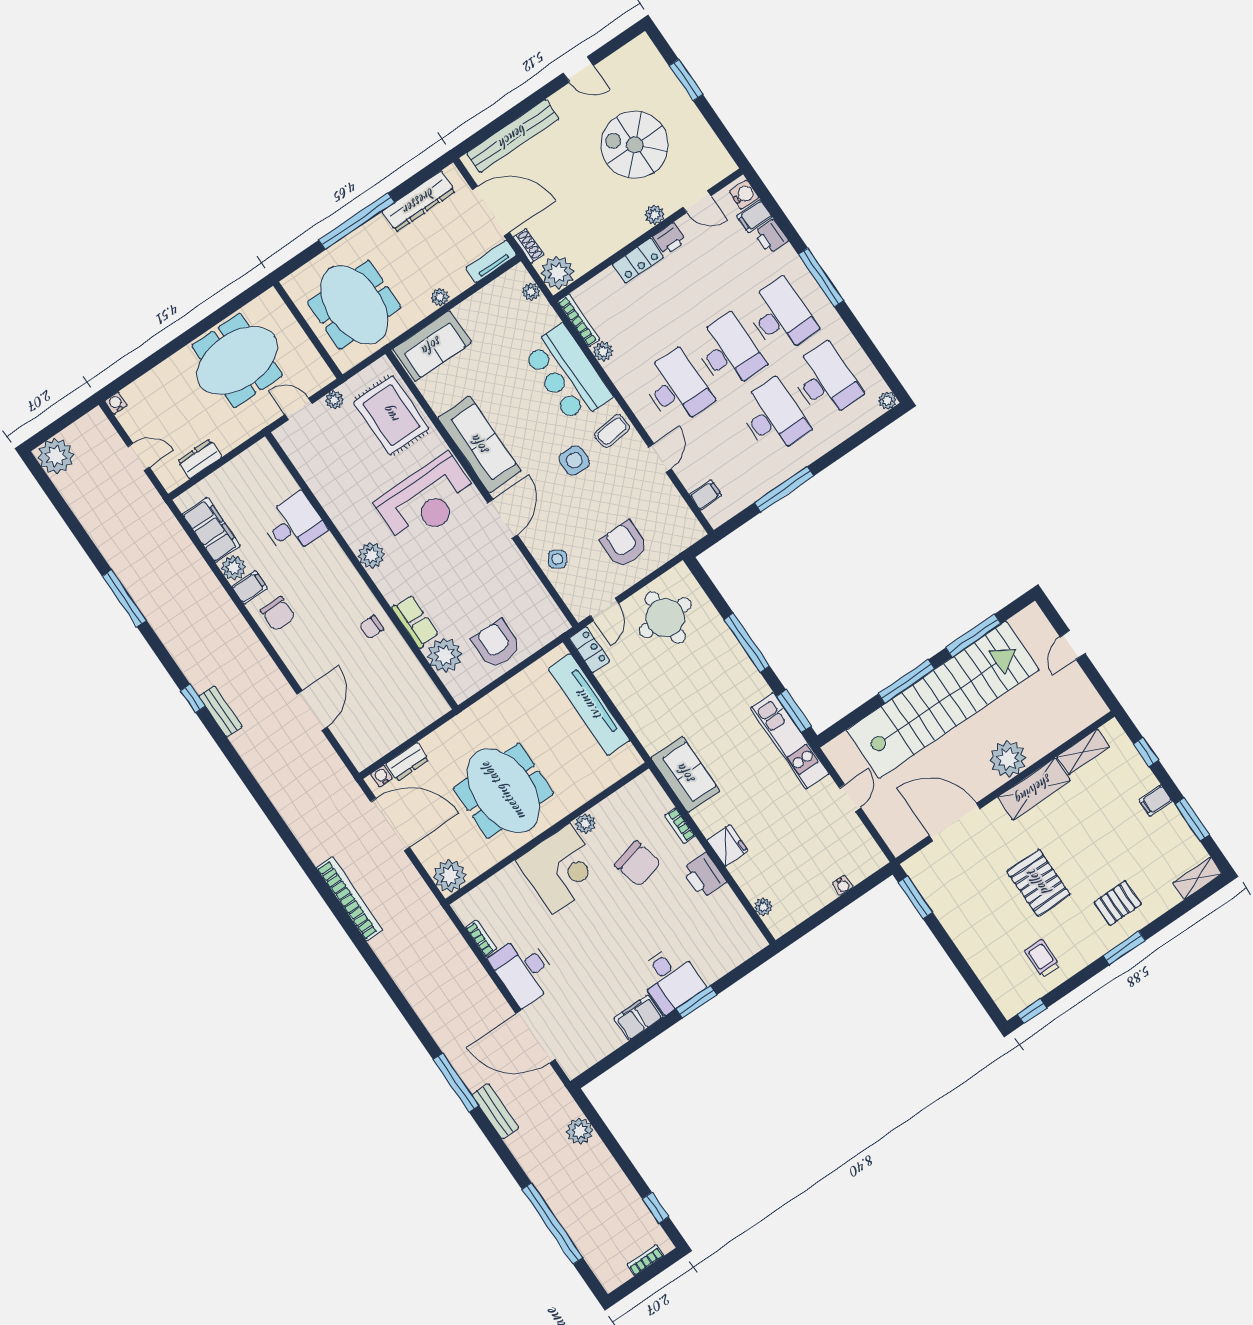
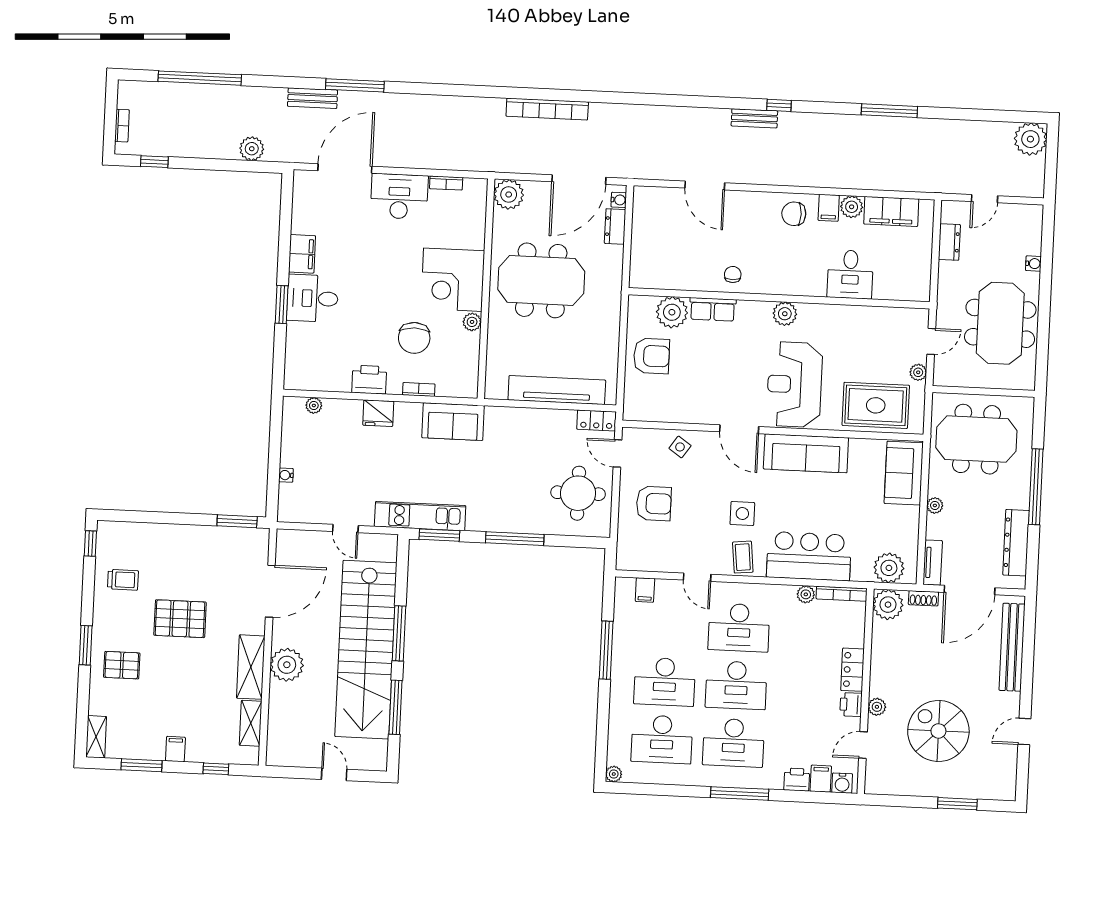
spiral stairs: (635, 145) -> (938, 731), turned -90
plant: (531, 292) -> (889, 568), width x1.88, depth x1.88
water cooler: (116, 403) -> (1033, 264), moved
chair: (638, 864) -> (414, 338), turned -76
pallet: (1118, 903) -> (122, 665), turned 90

